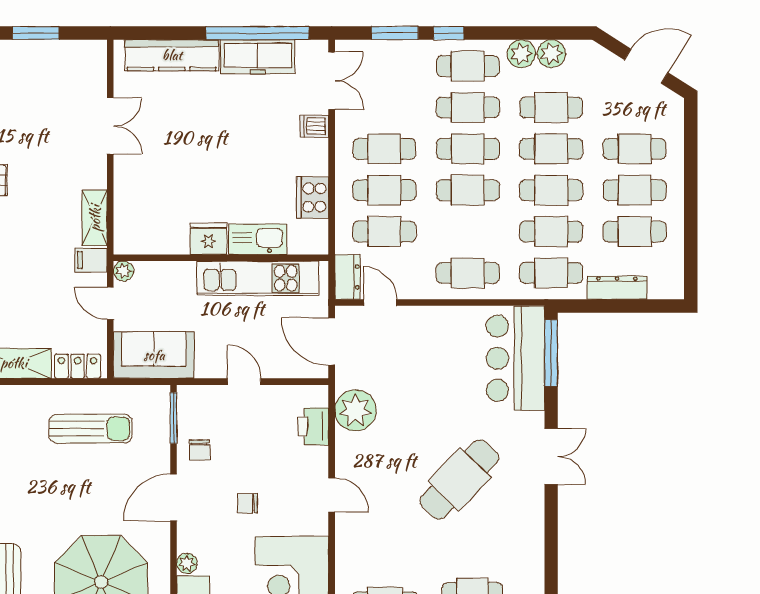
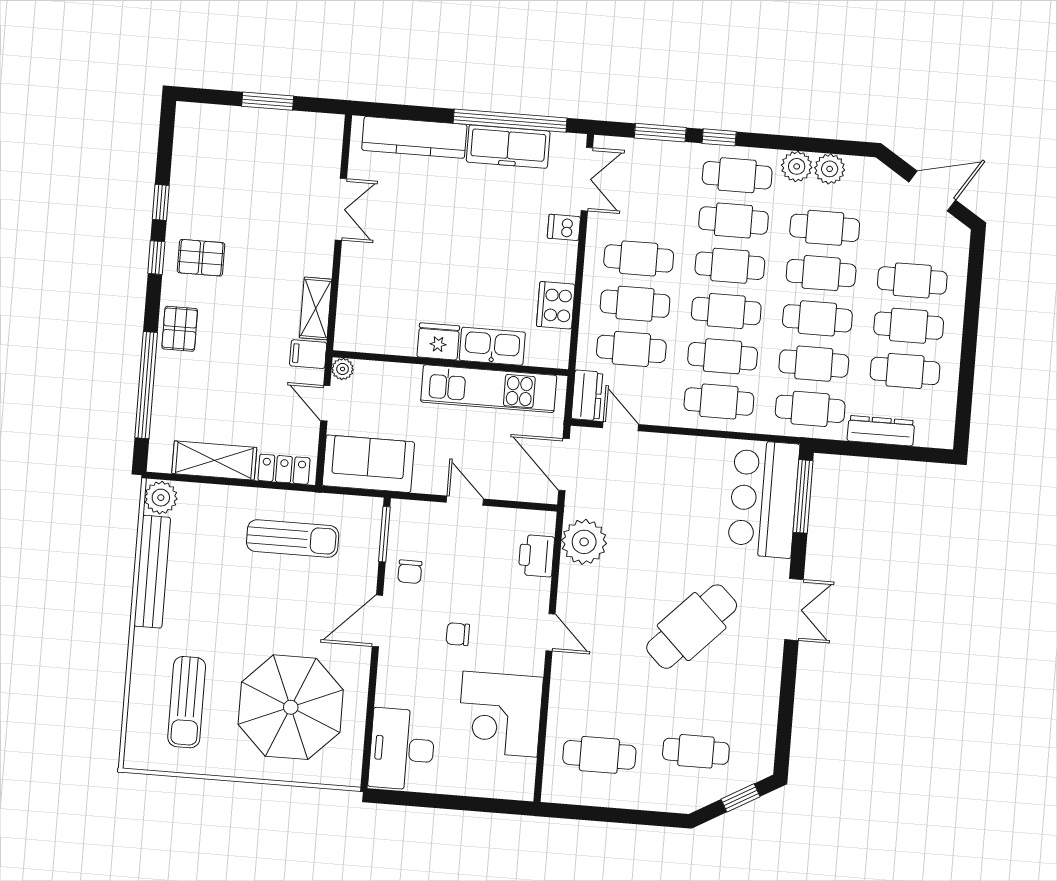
cafe table: (468, 232) -> (723, 356), added
plant: (187, 563) -> (386, 694), removed

